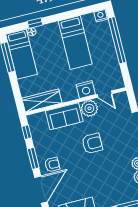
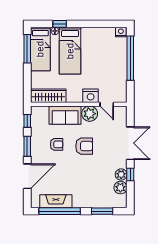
bed: (75, 43) -> (70, 51), moved
armchair: (52, 165) -> (57, 144), moved

